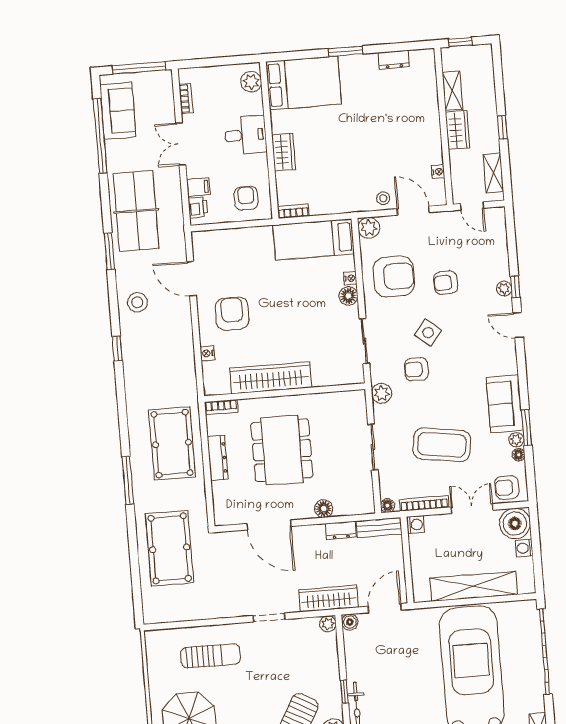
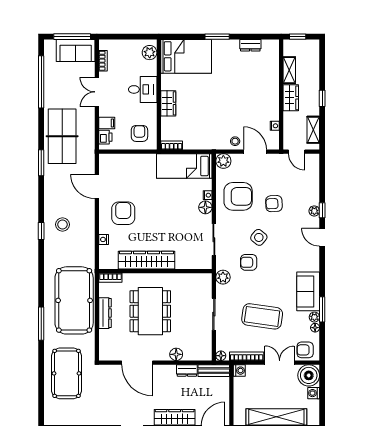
sofa: (118, 111) -> (76, 50), moved, turned 90
stool: (137, 302) -> (63, 224), moved
pool table: (172, 444) -> (74, 300), width x1.36, depth x1.32

